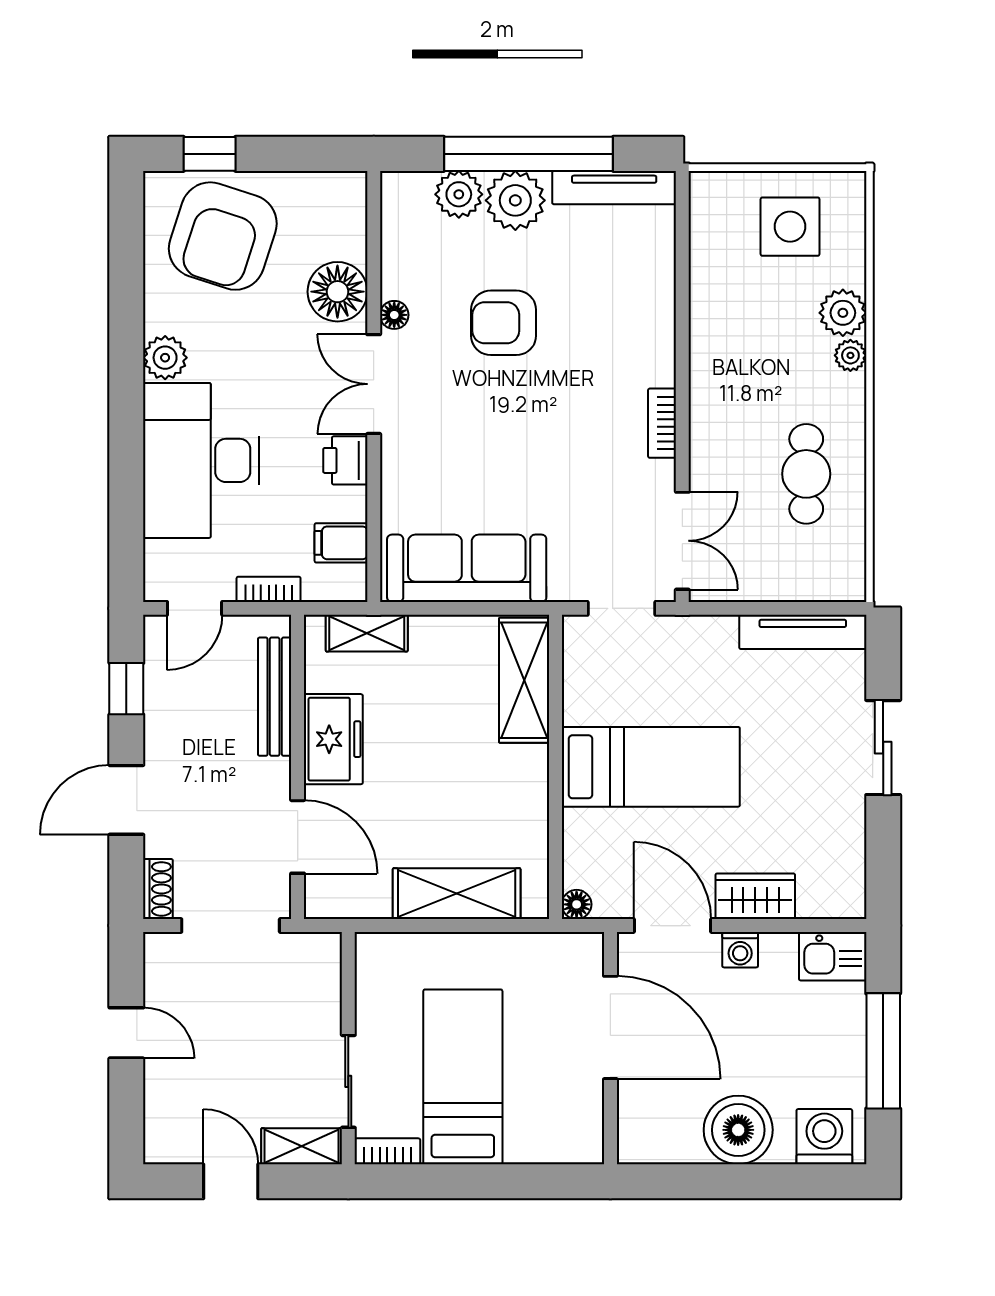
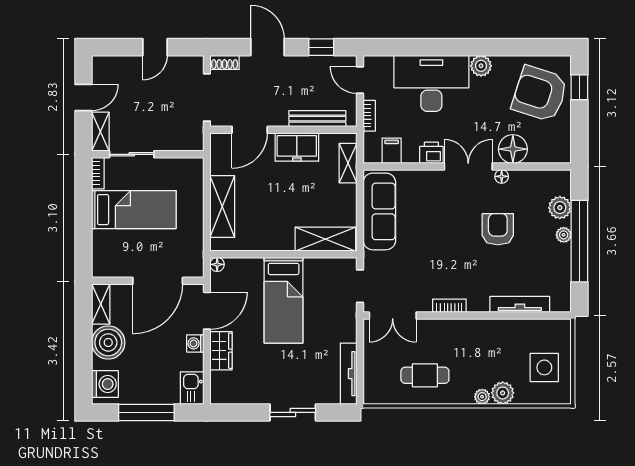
tv unit: (614, 188) -> (520, 304), moved, turned 90
plant: (515, 200) -> (564, 235), width x0.53, depth x0.53
shelving: (659, 1146) -> (101, 304), added

